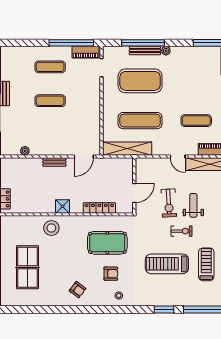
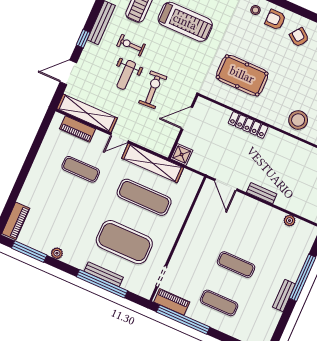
plant: (166, 51) -> (57, 253), moved
shelving: (127, 149) -> (153, 163), moved
door: (84, 156) -> (226, 185), swing flipped
door: (178, 156) -> (120, 138), swing flipped
shower: (63, 206) -> (182, 155), moved
locker: (99, 208) -> (248, 125), moved
exercise bike: (182, 231) -> (131, 45), moved
armchair: (111, 274) -> (275, 20), moved

